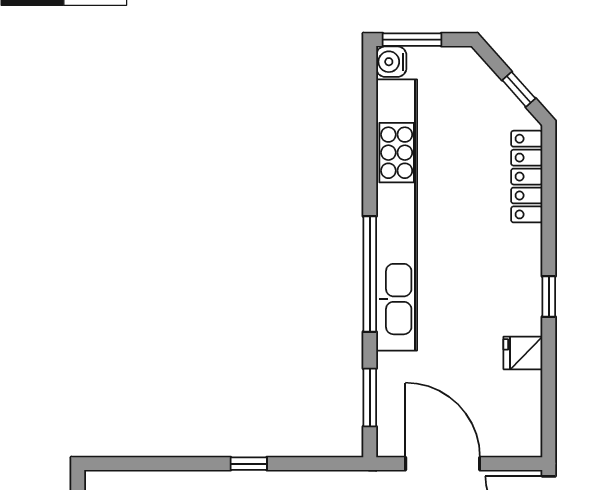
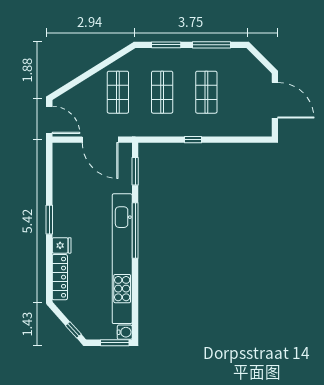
window: (519, 89) -> (73, 330), moved
window: (549, 297) -> (49, 220), width x1.50
fridge: (523, 353) -> (62, 245), moved

